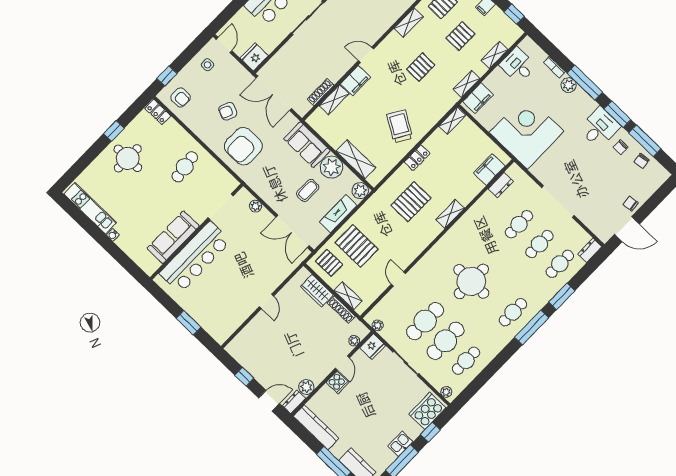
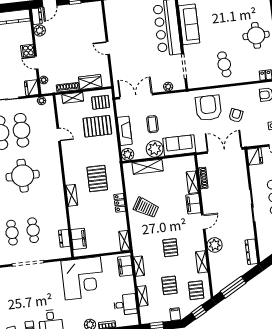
plant: (380, 23) -> (215, 245), added

